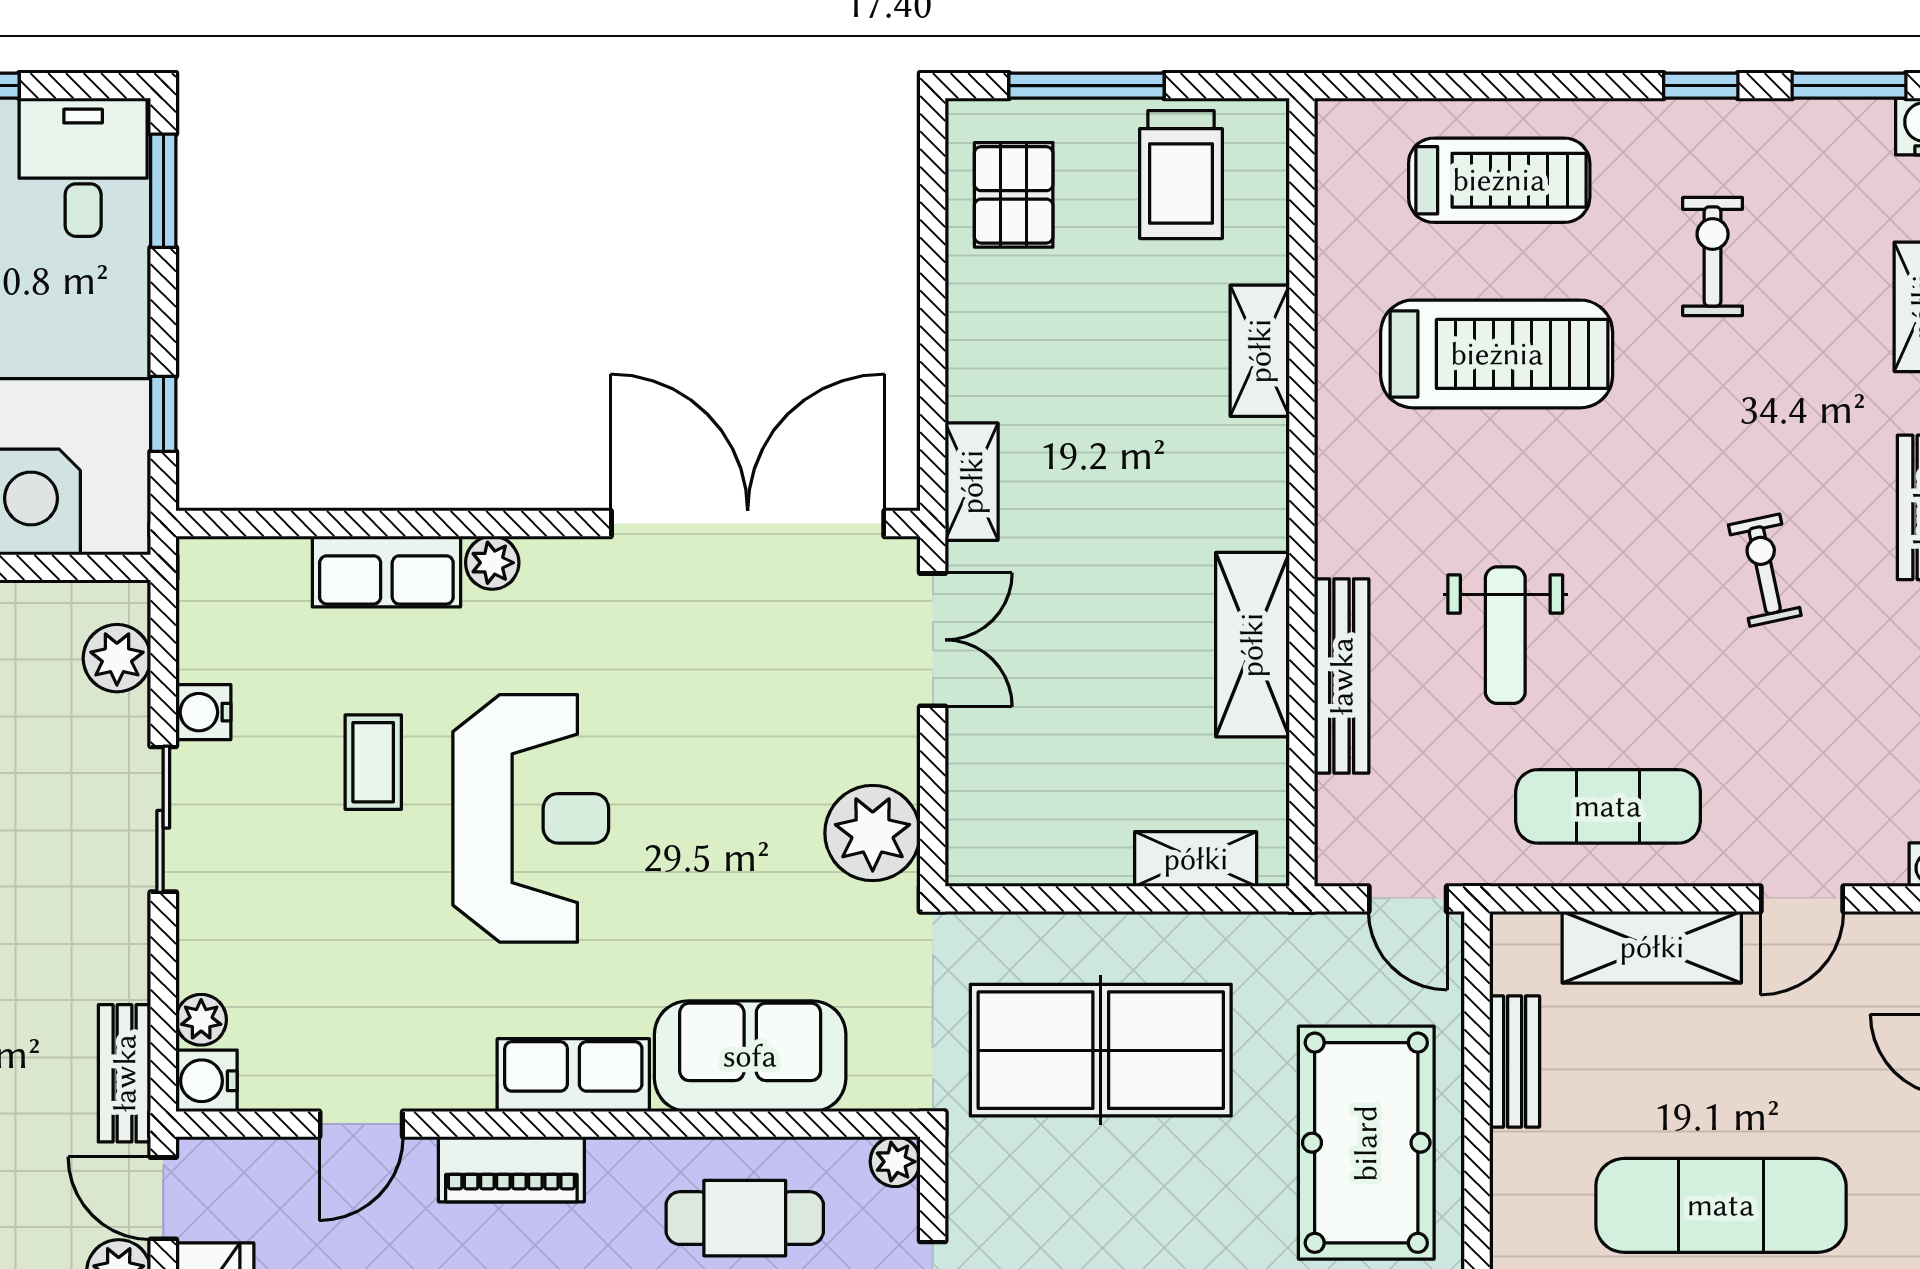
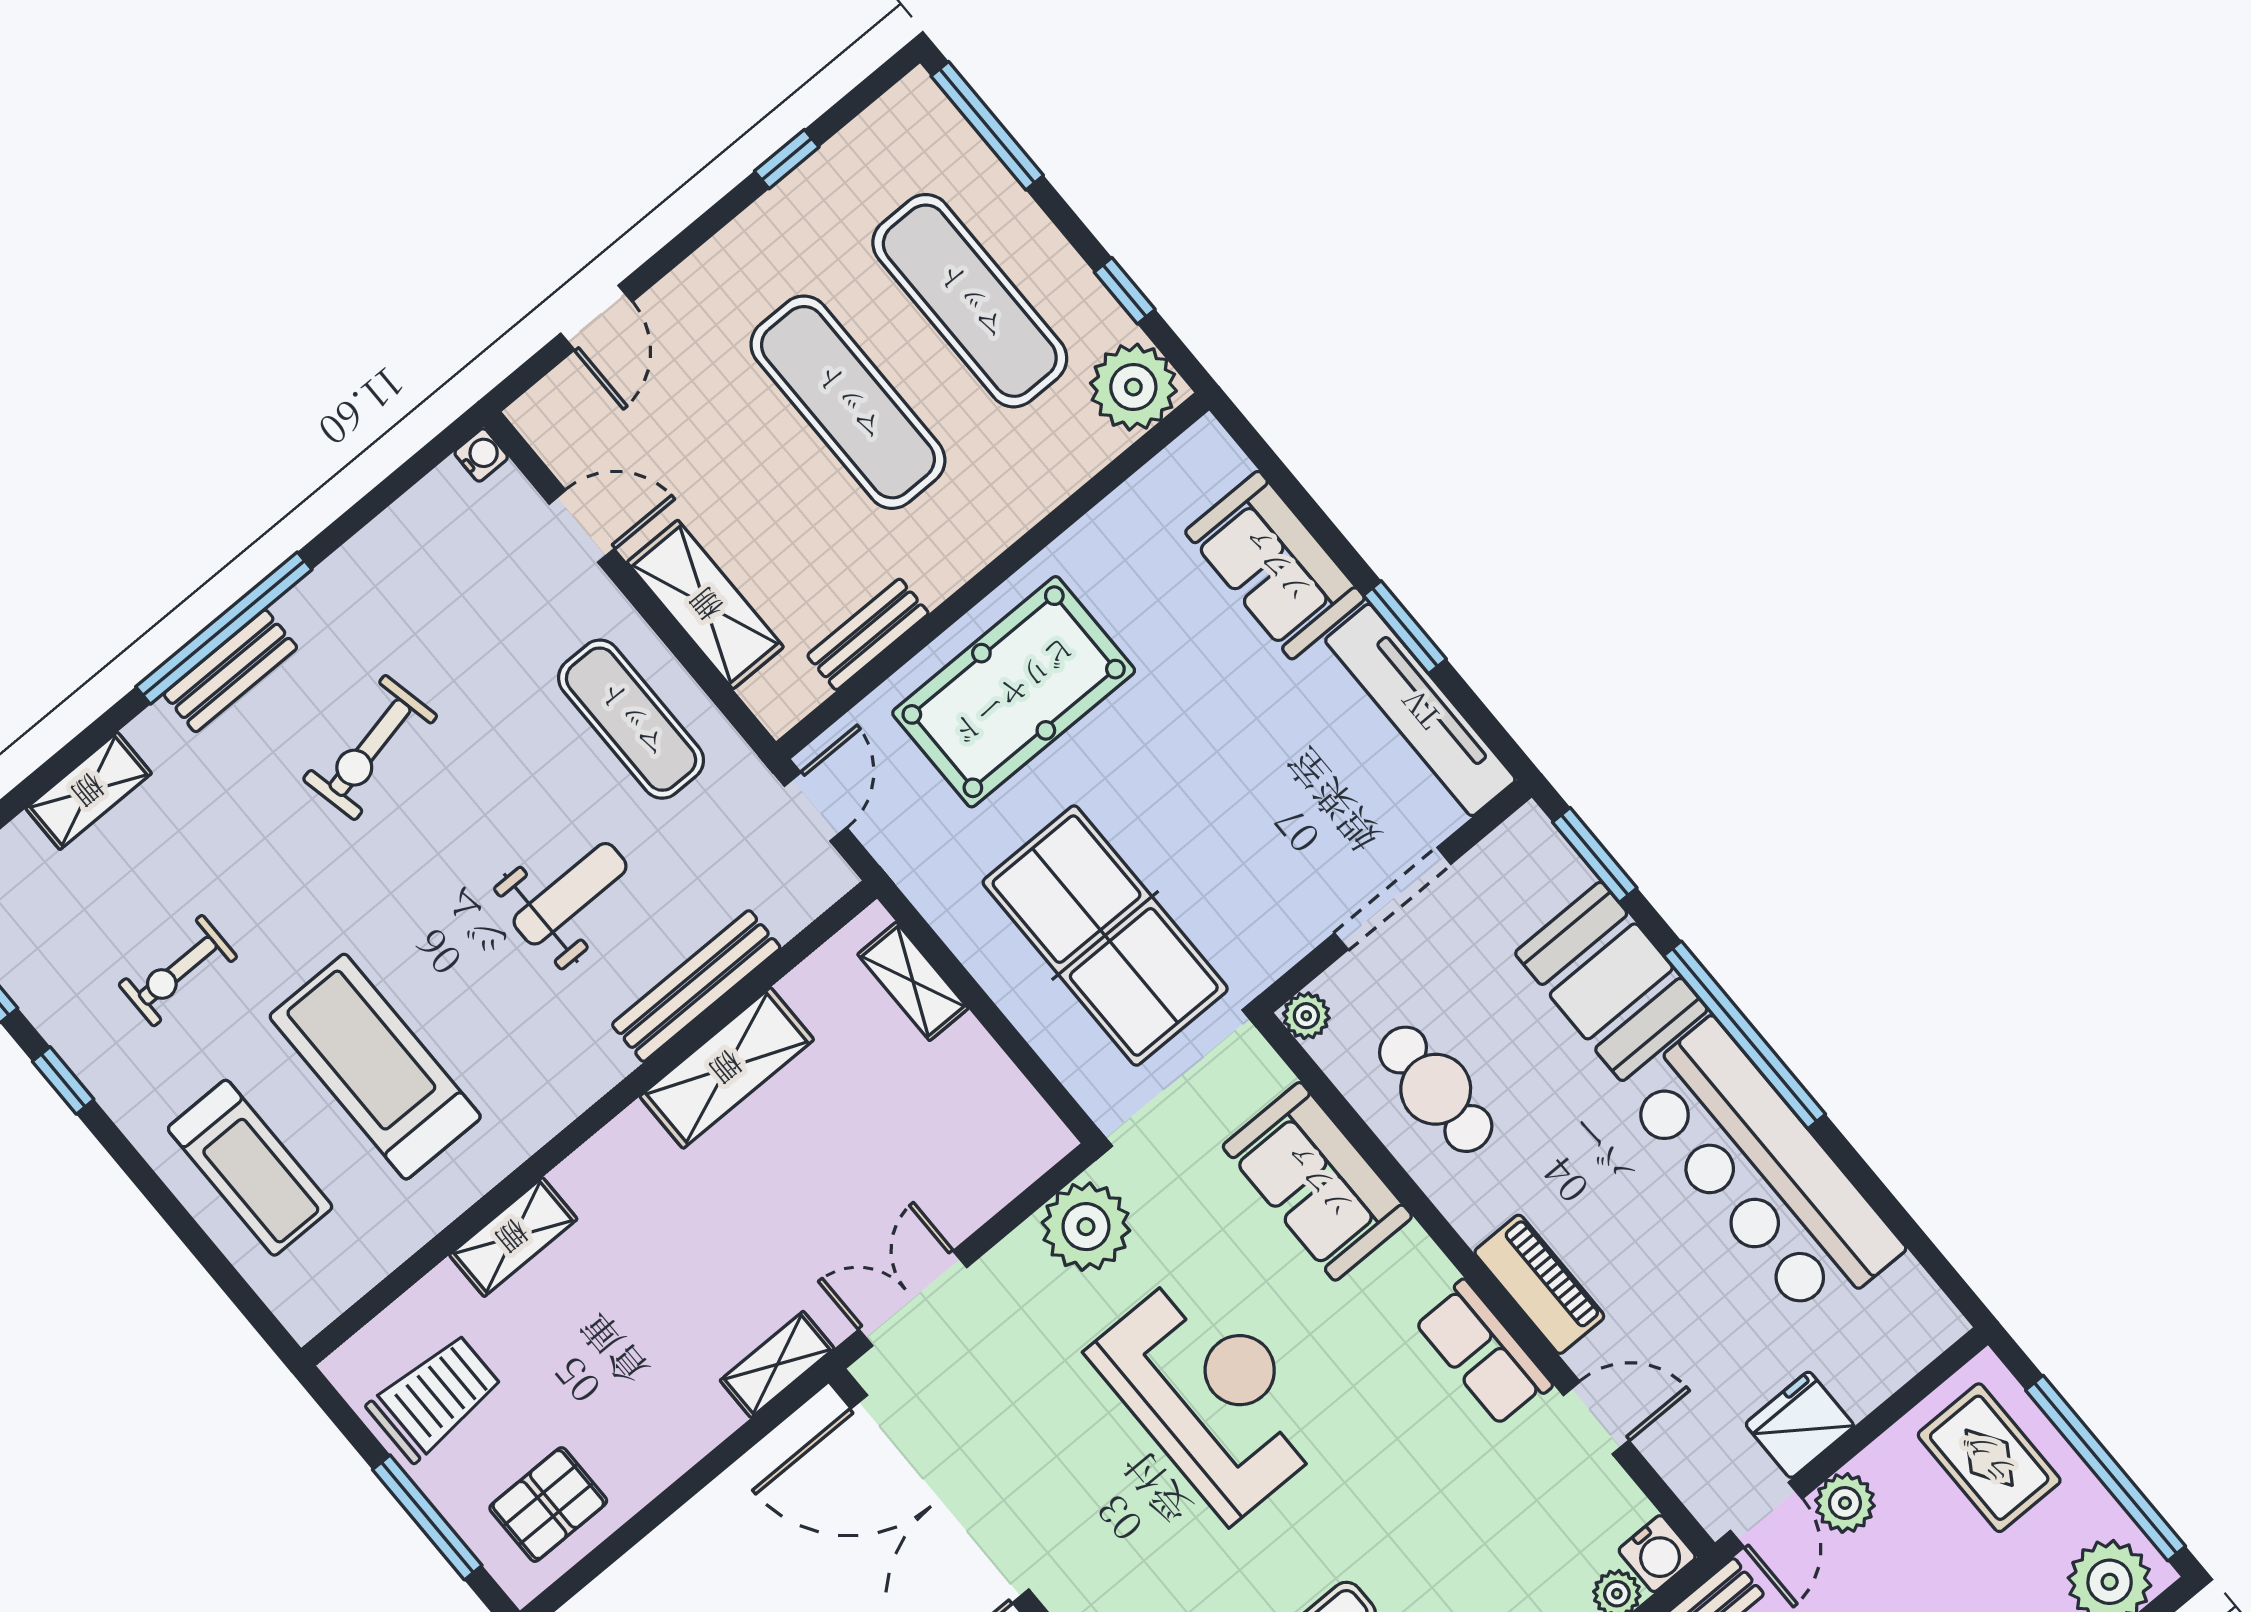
treadmill: (1499, 180) -> (250, 1168), turned 180
exercise bike: (1765, 570) -> (370, 748), width x1.38, depth x1.39
reception desk: (531, 818) -> (1211, 1394), moved, turned 90
row of seats: (573, 1075) -> (1483, 1353), moved

